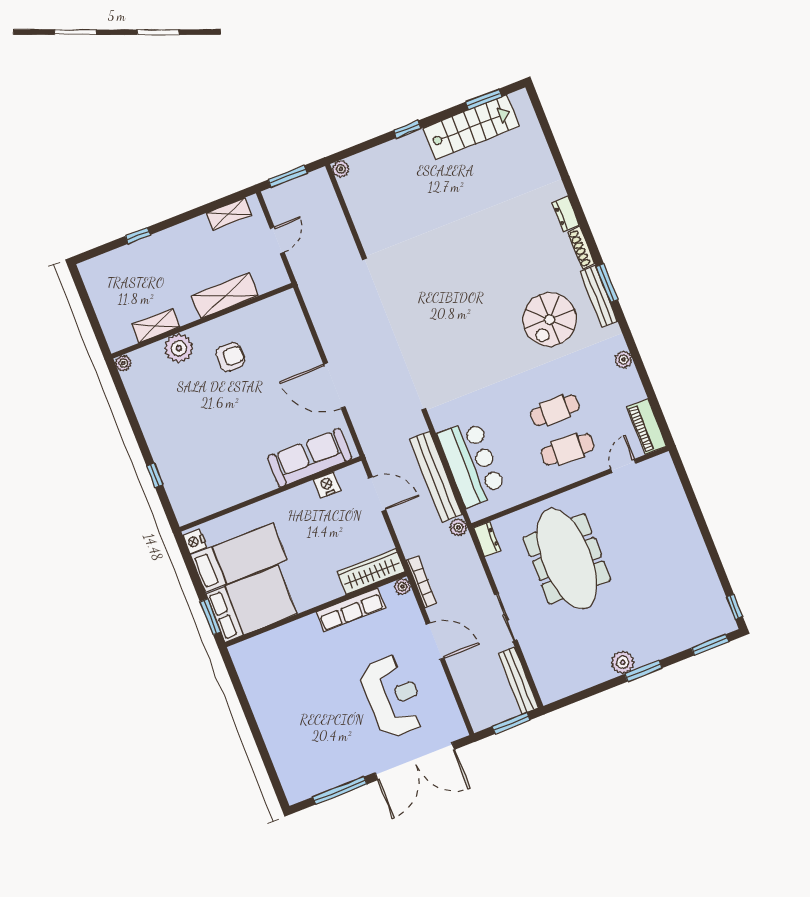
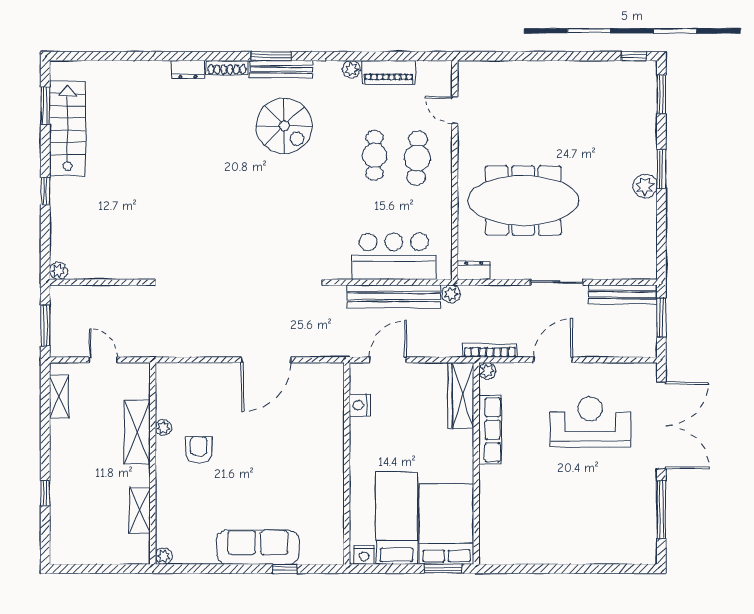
plant: (179, 348) -> (163, 428), moved, width x0.53, depth x0.53
piano: (647, 427) -> (389, 72), moved
sofa: (310, 458) -> (258, 547), moved, turned 90

